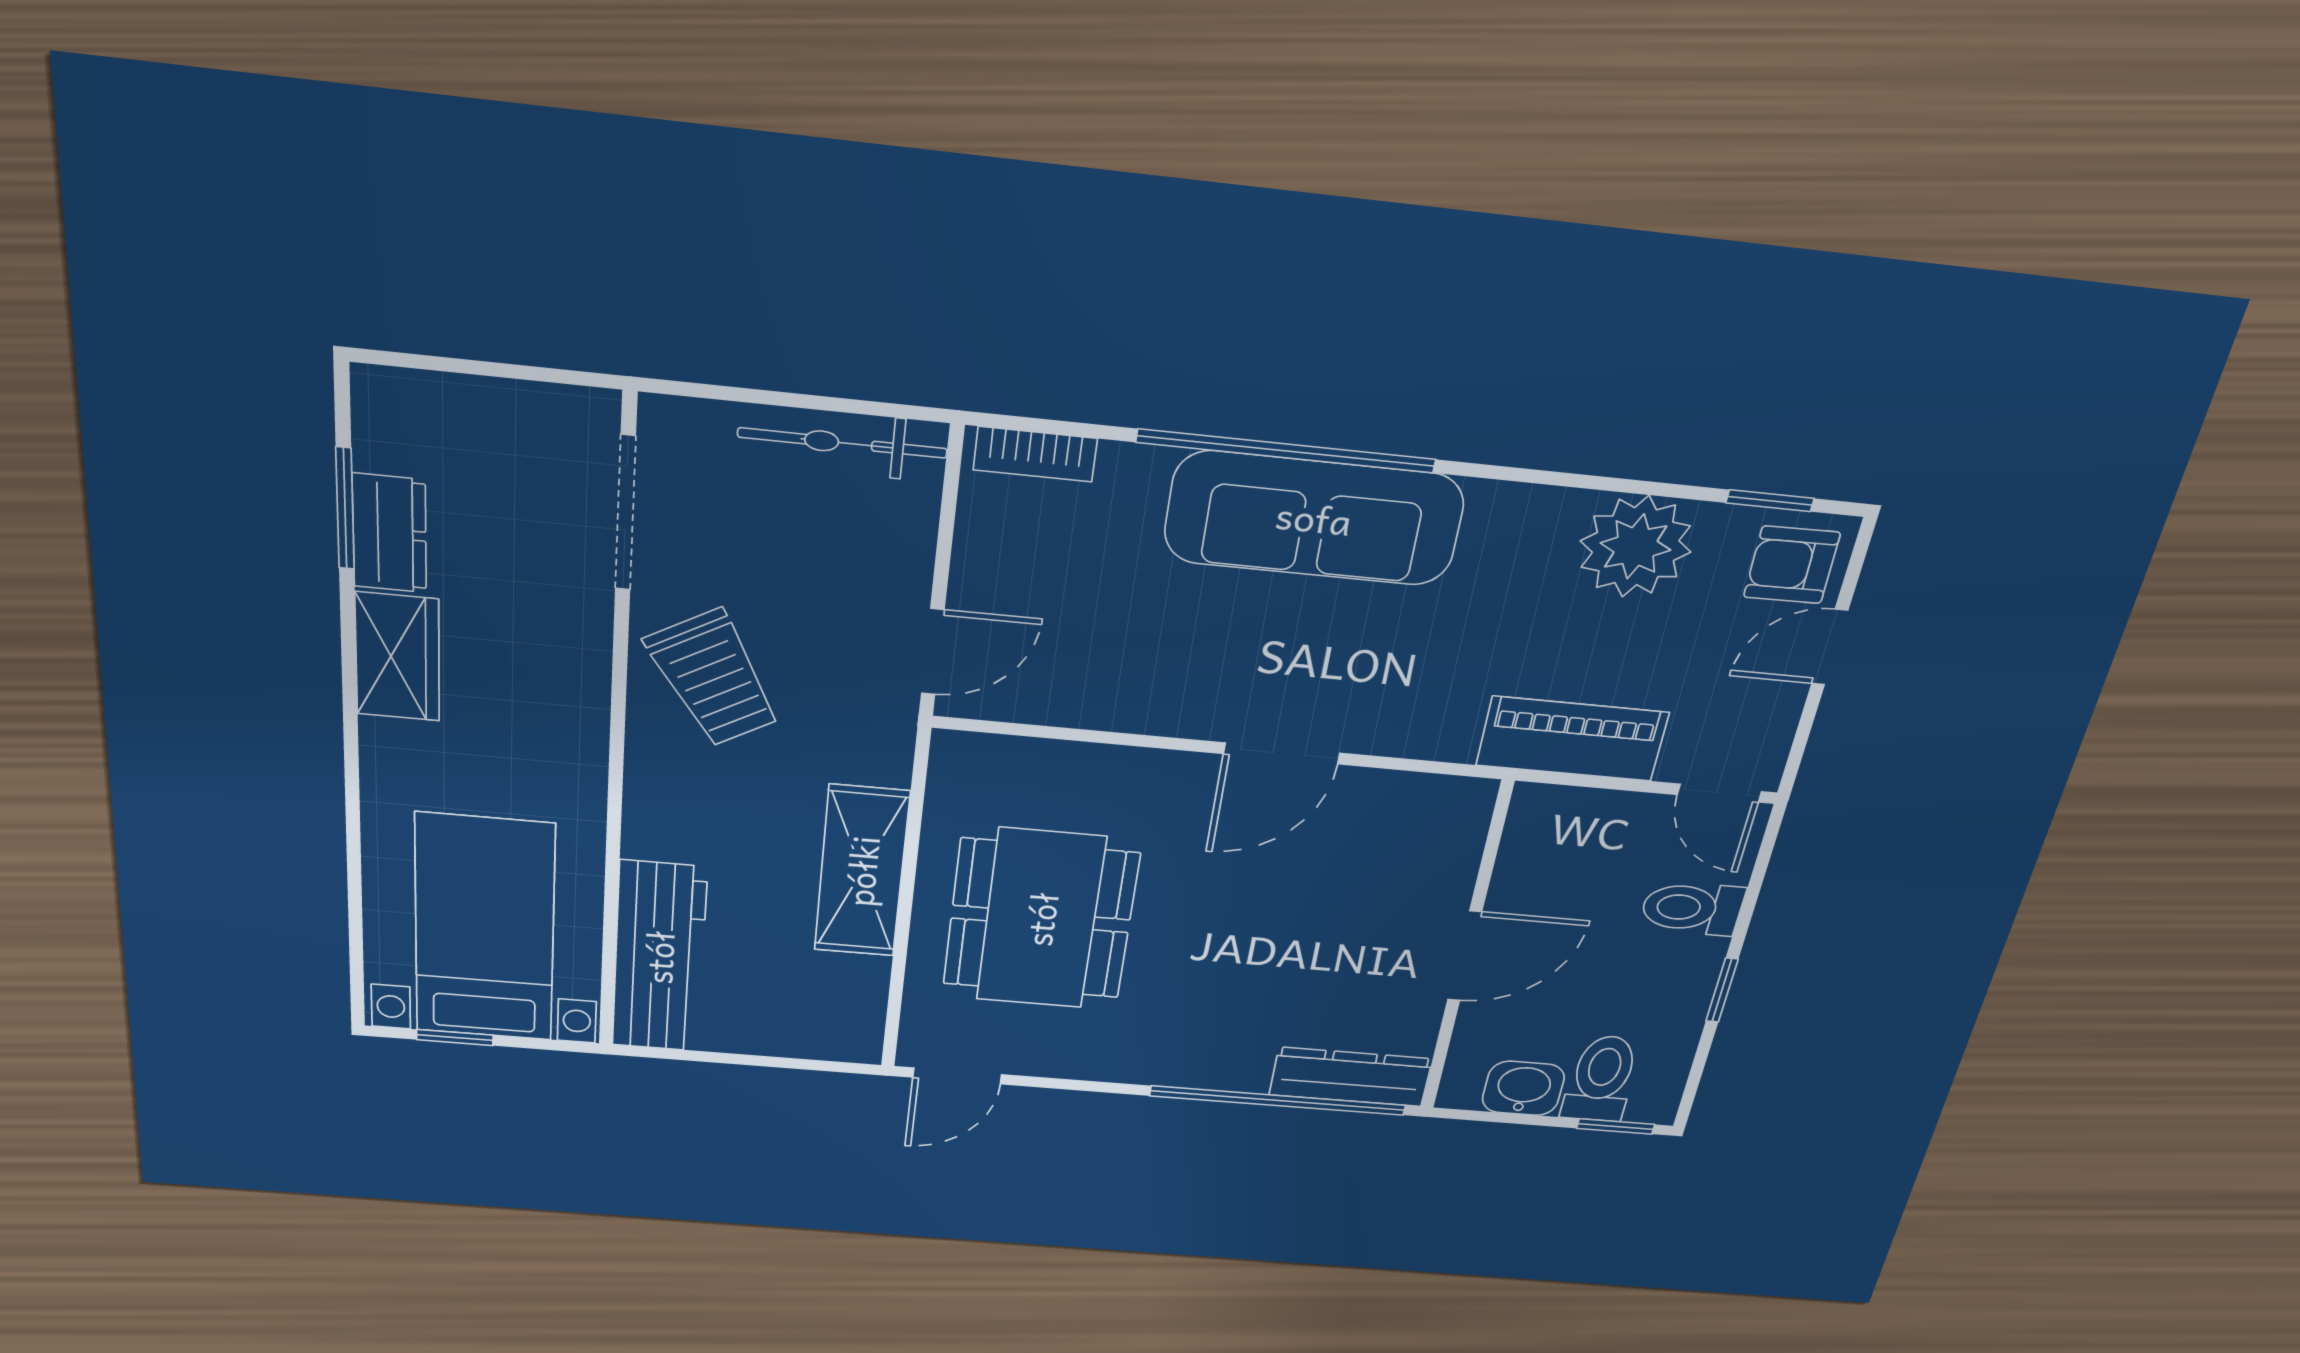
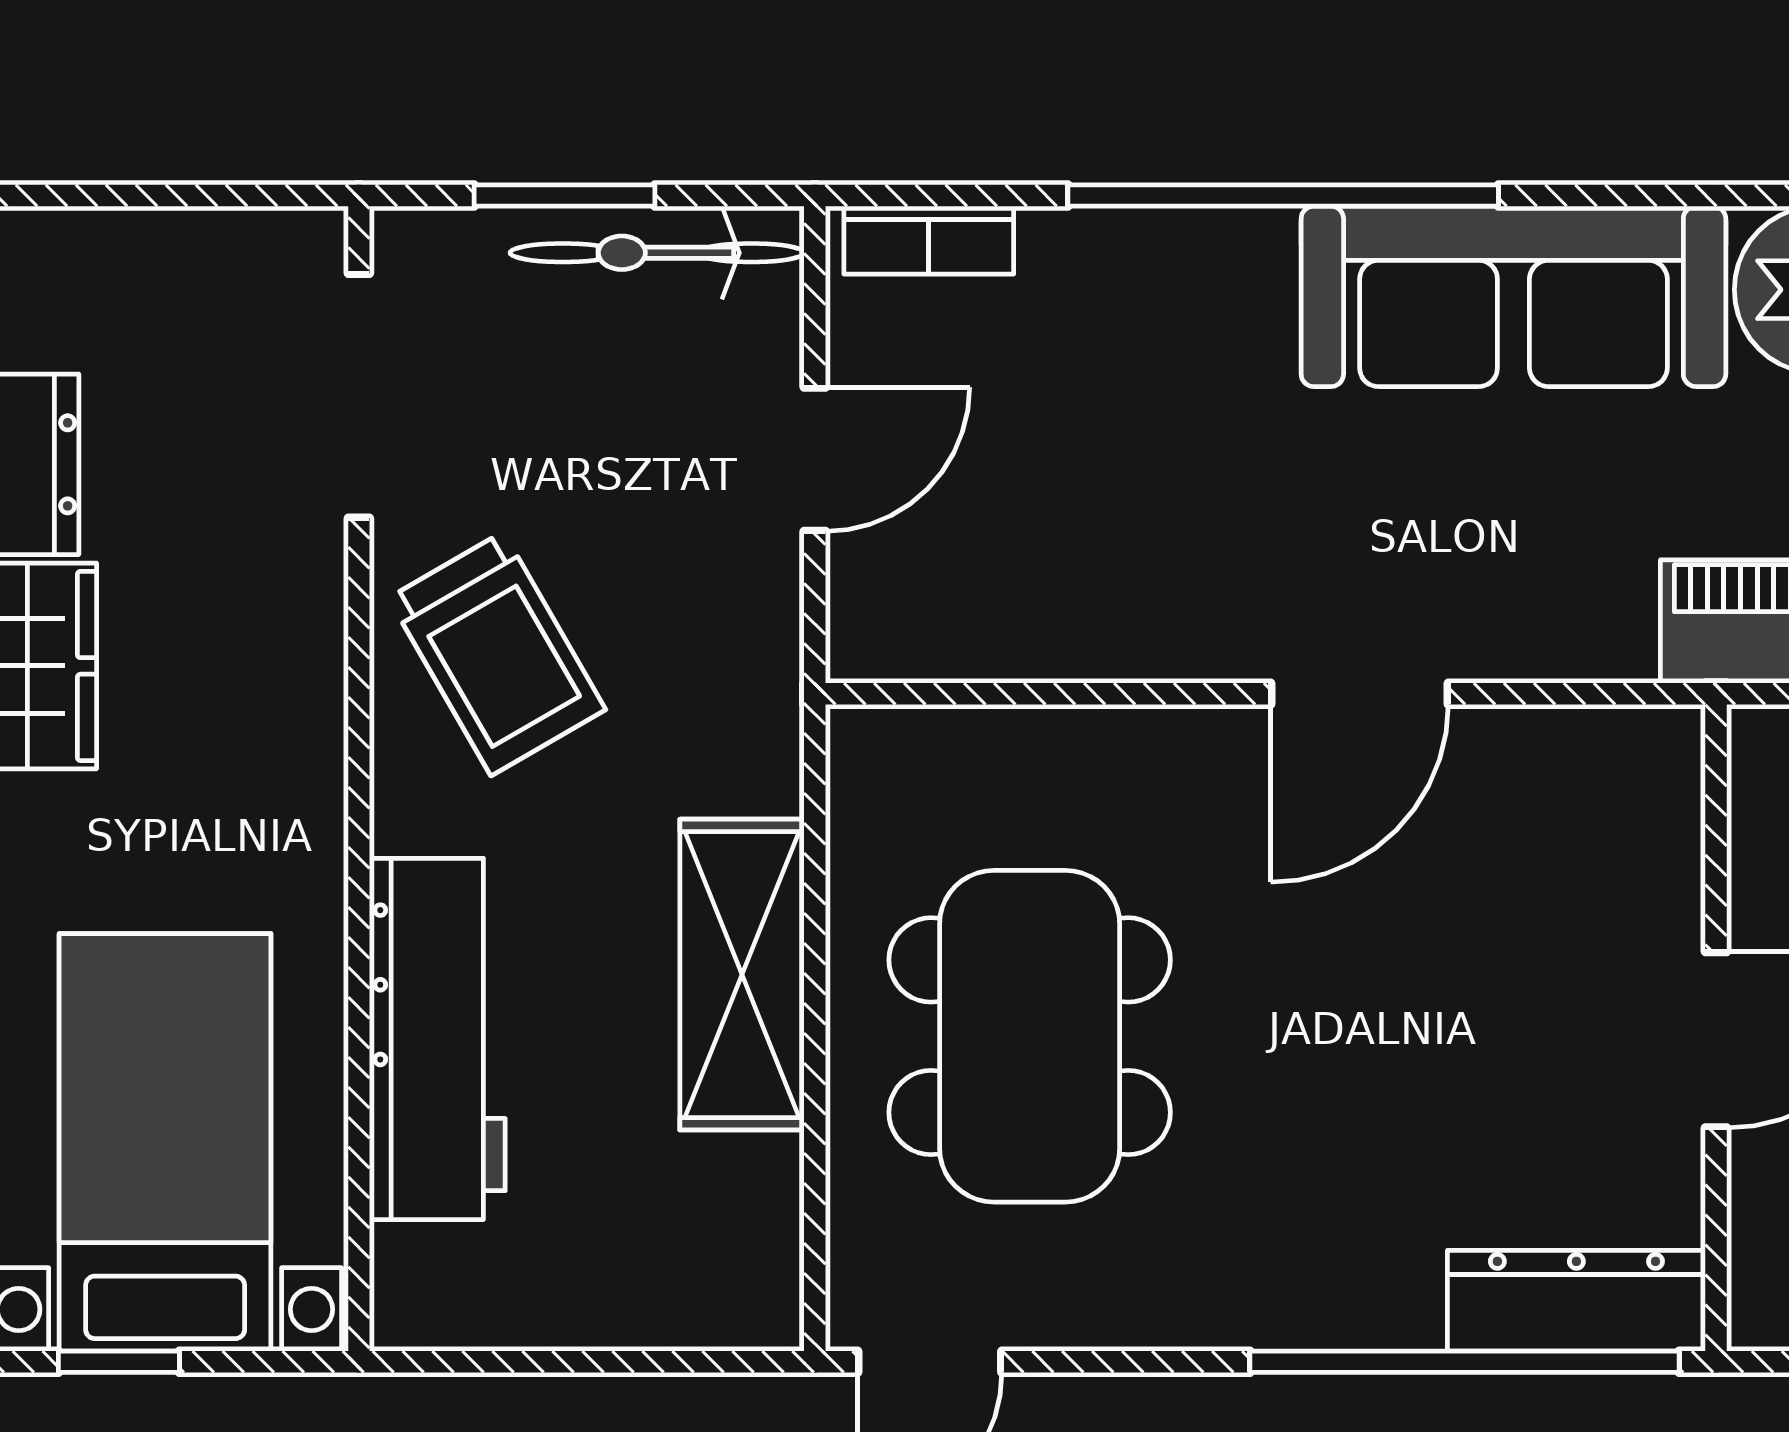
window: (779, 399) -> (564, 196), added
sofa: (1314, 518) -> (1513, 296), moved
door: (933, 652) -> (815, 459), moved
workbench: (659, 957) -> (437, 1039), moved

